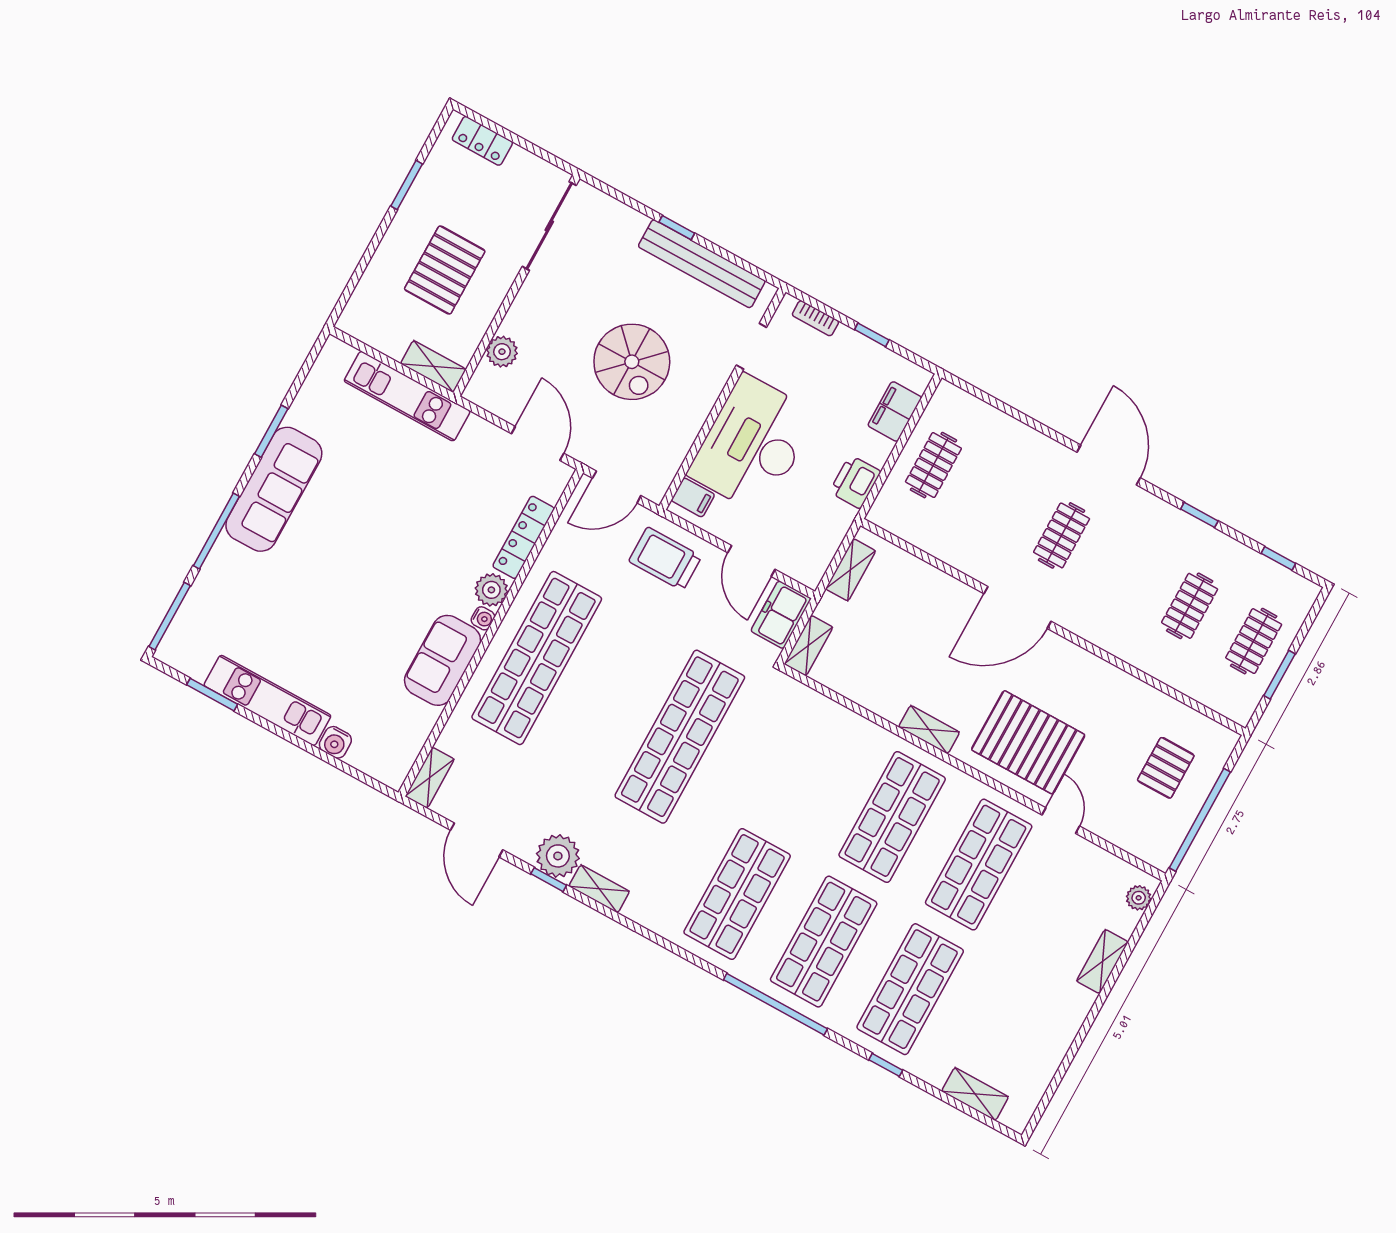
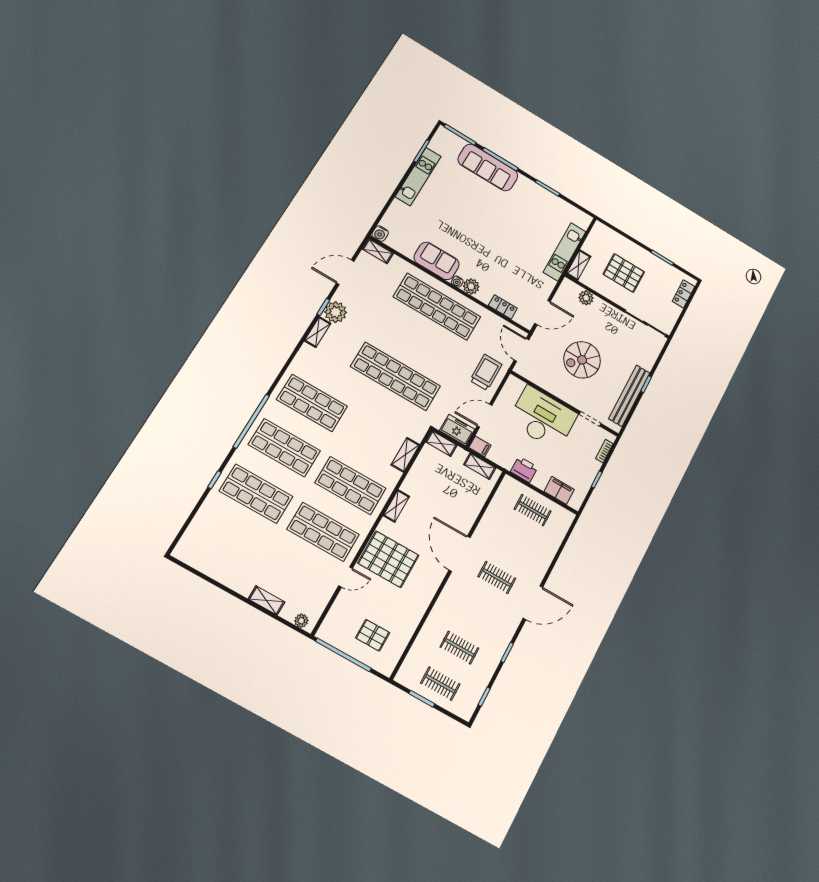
sofa: (274, 489) -> (488, 167), moved
filing cabinet: (693, 497) -> (480, 446), moved, turned -90
locker: (524, 537) -> (503, 307), width x0.66
water cooler: (335, 742) -> (380, 234), moved, turned -90
pallet: (1028, 742) -> (388, 559), turned 90
shelving: (975, 1094) -> (405, 455), moved

